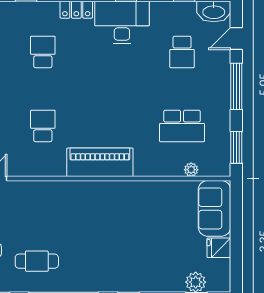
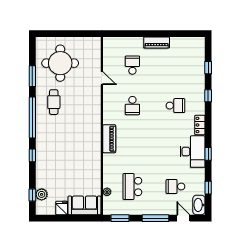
school desk: (43, 126) -> (132, 106), turned 90
piano: (100, 162) -> (109, 139), width x0.73, depth x0.75

